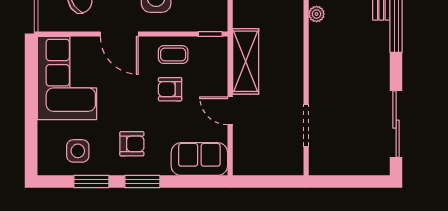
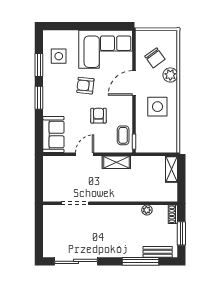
coffee table: (173, 55) -> (123, 135), moved
shelving: (246, 61) -> (116, 162), width x0.67, depth x0.75
armchair: (132, 144) -> (85, 86), moved, turned 96

